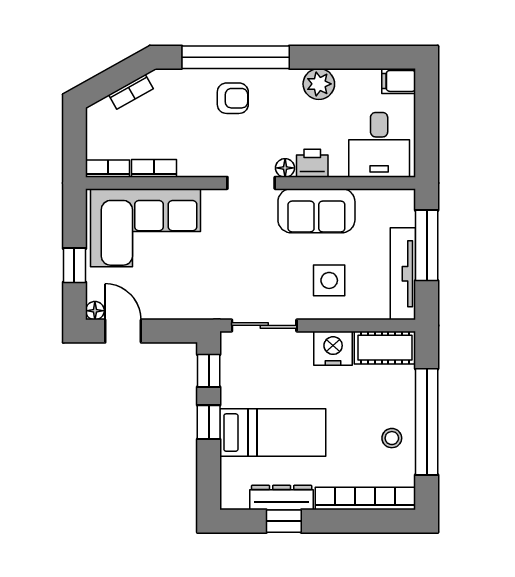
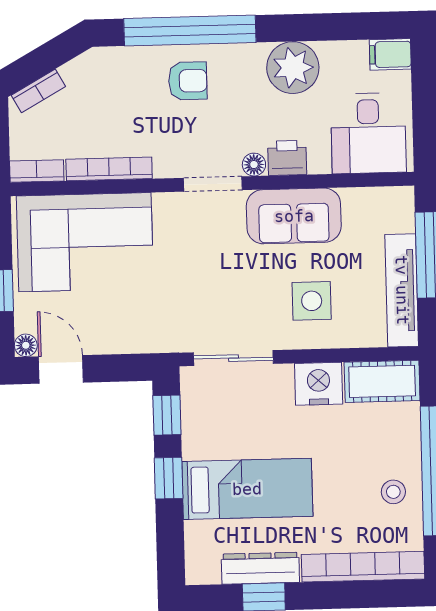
plant: (319, 84) -> (293, 68), width x1.36, depth x1.36
bookcase: (131, 92) -> (38, 91), moved
bookcase: (154, 168) -> (109, 169), width x1.56

